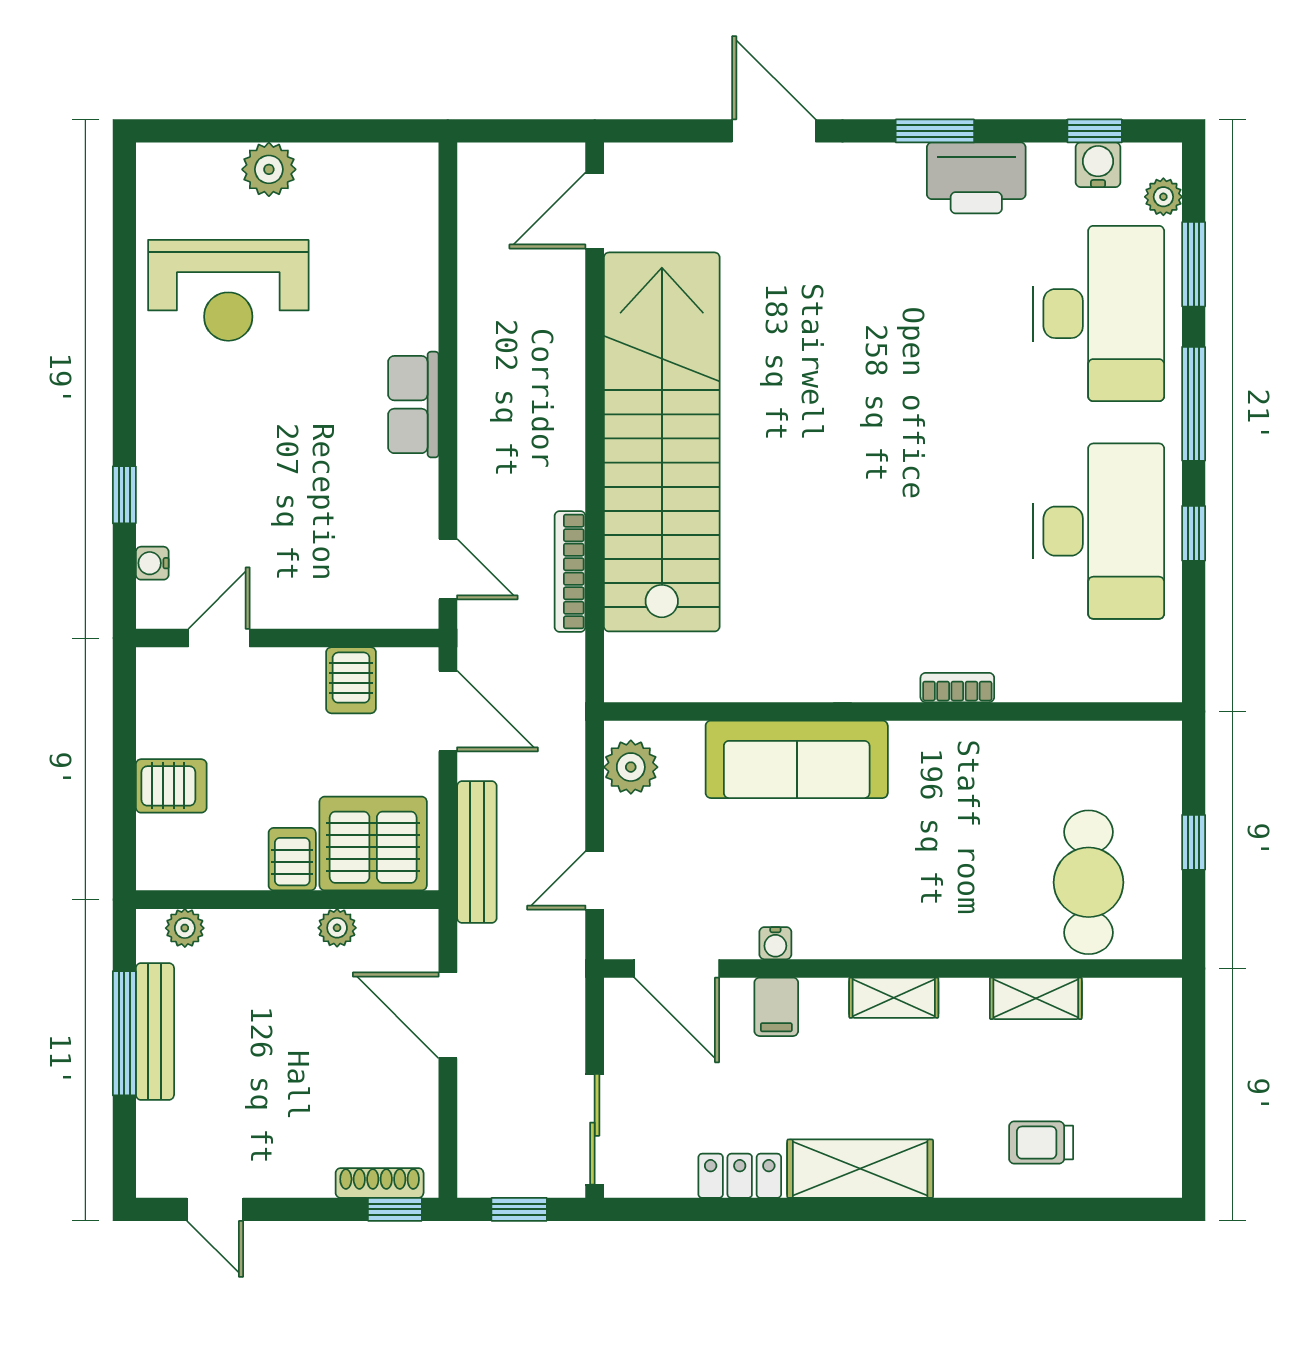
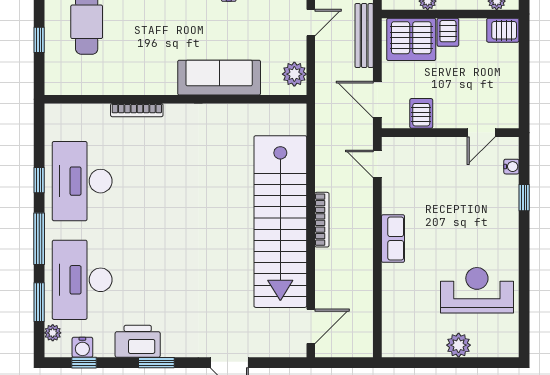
bookcase: (570, 572) -> (322, 220), moved
bookcase: (957, 688) -> (137, 110), width x1.56
server rack: (171, 786) -> (503, 30), moved

